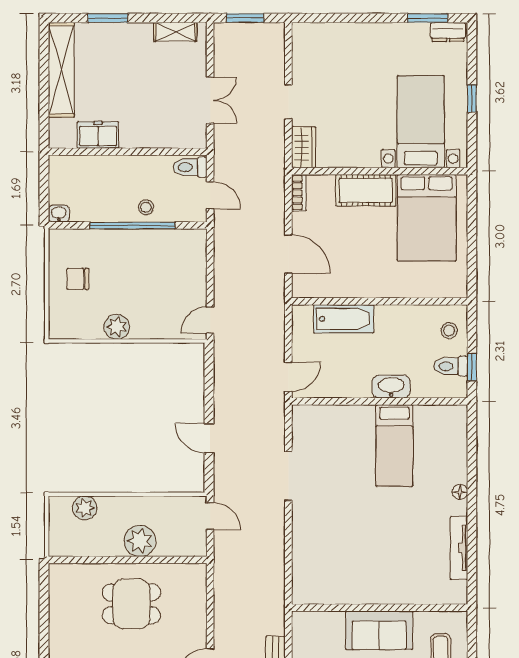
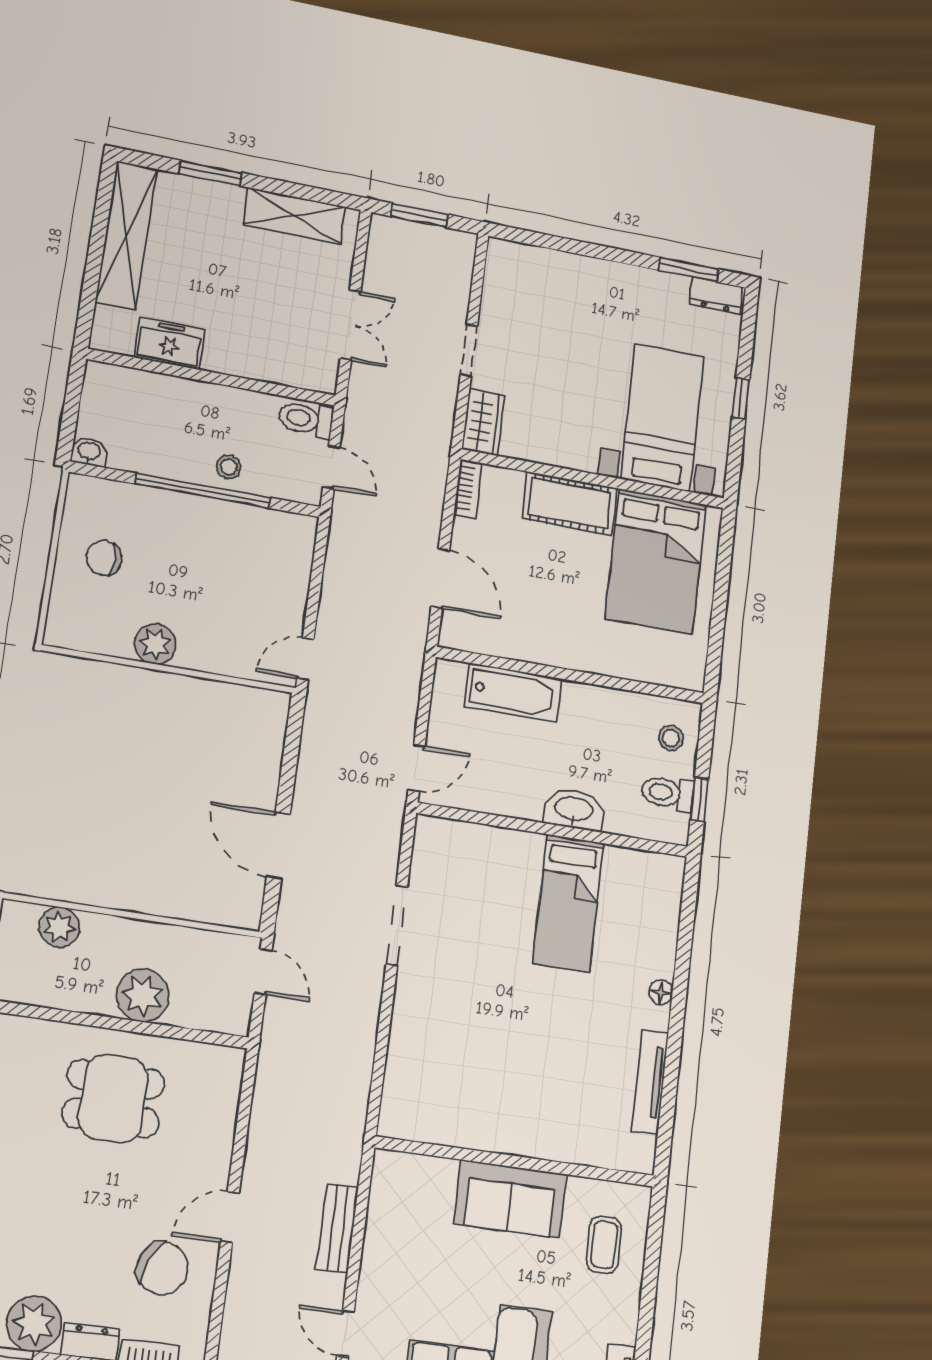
shelving: (175, 32) -> (294, 216), width x1.50, depth x1.33
door: (209, 438) -> (278, 845), width x1.38

